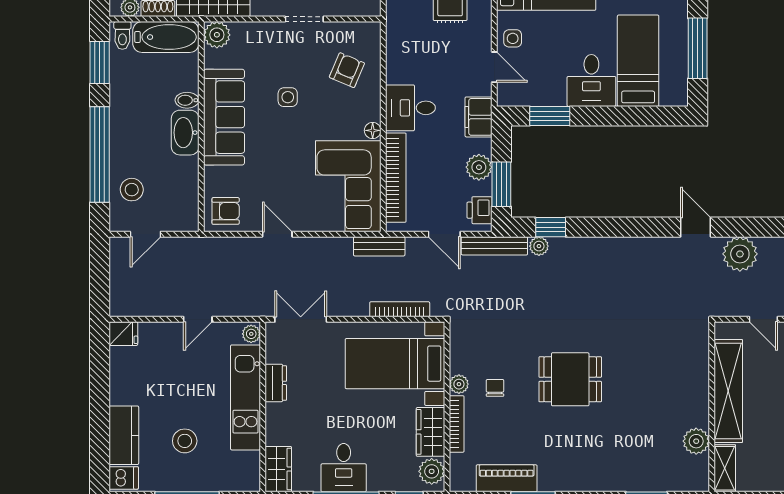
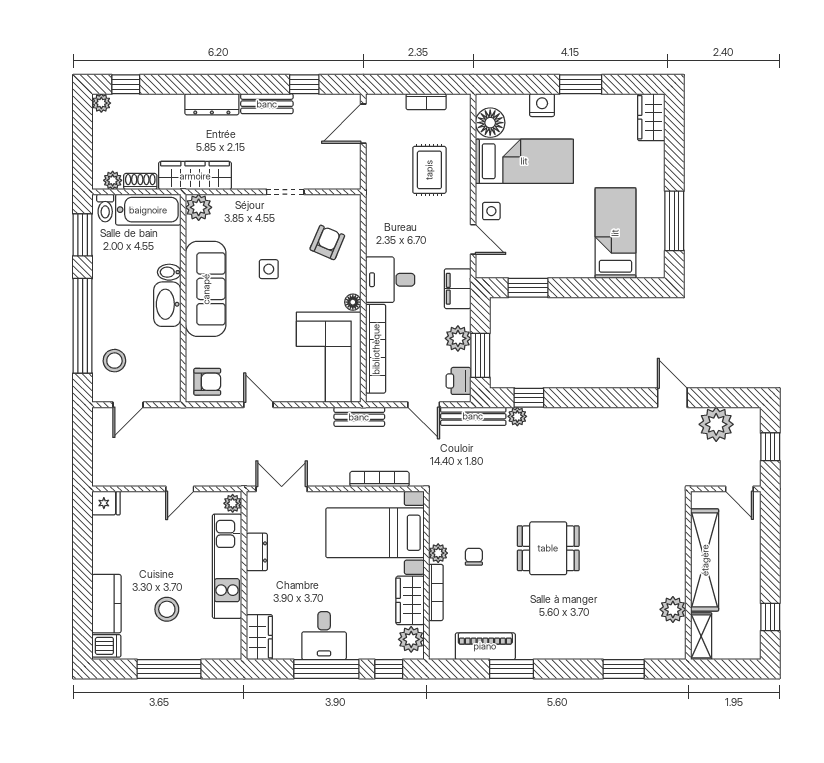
desk: (591, 80) -> (569, 253), removed

